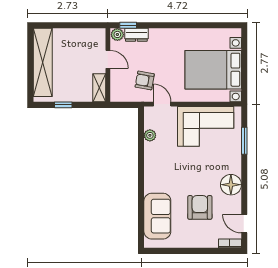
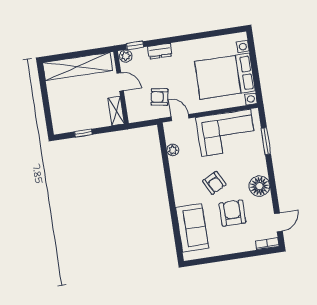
dresser: (136, 35) -> (160, 51), moved
shelving: (43, 62) -> (78, 67), moved, turned 90
armchair: (186, 175) -> (214, 183), added
door: (244, 224) -> (278, 222), swing flipped

